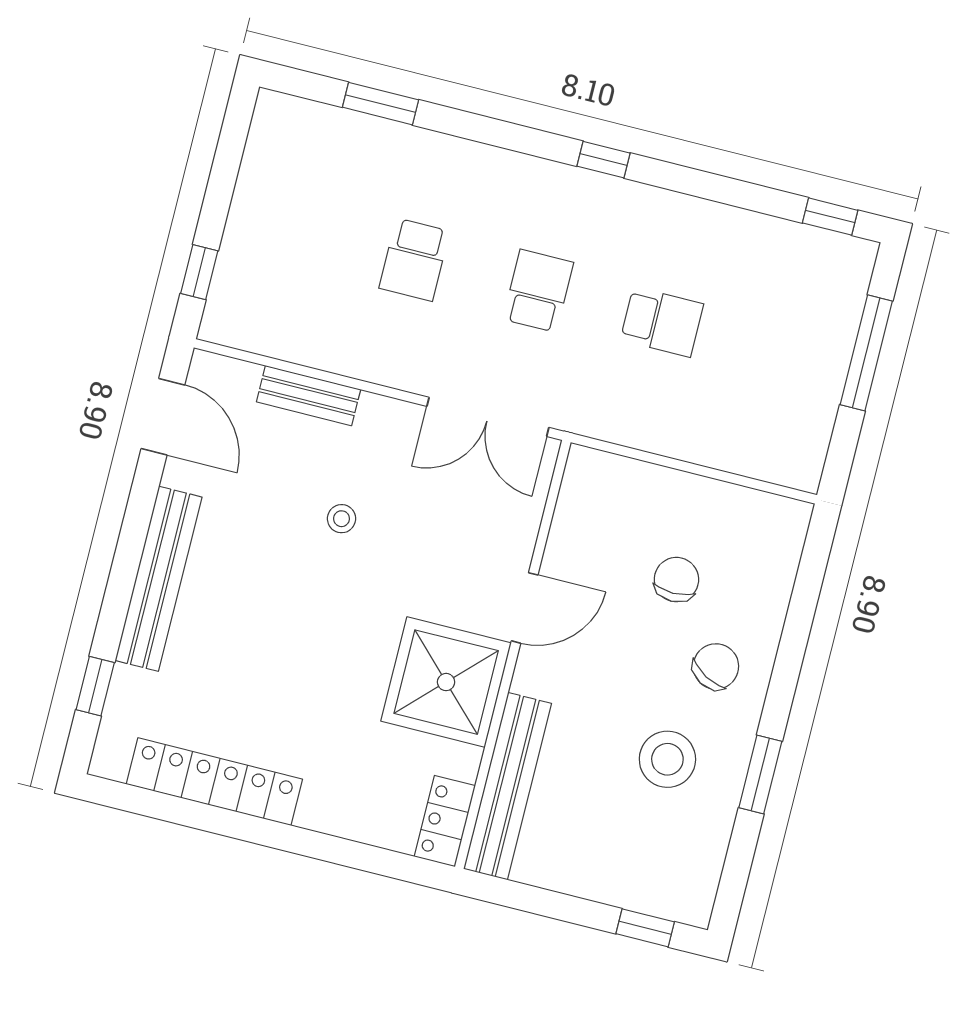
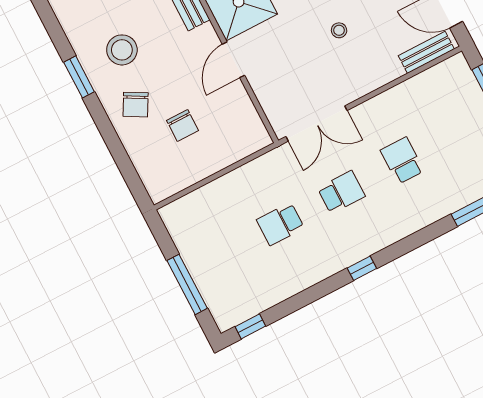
school desk: (538, 291) -> (341, 192), turned -90
bench: (309, 396) -> (426, 52), moved
double door: (488, 417) -> (316, 124), swing flipped

